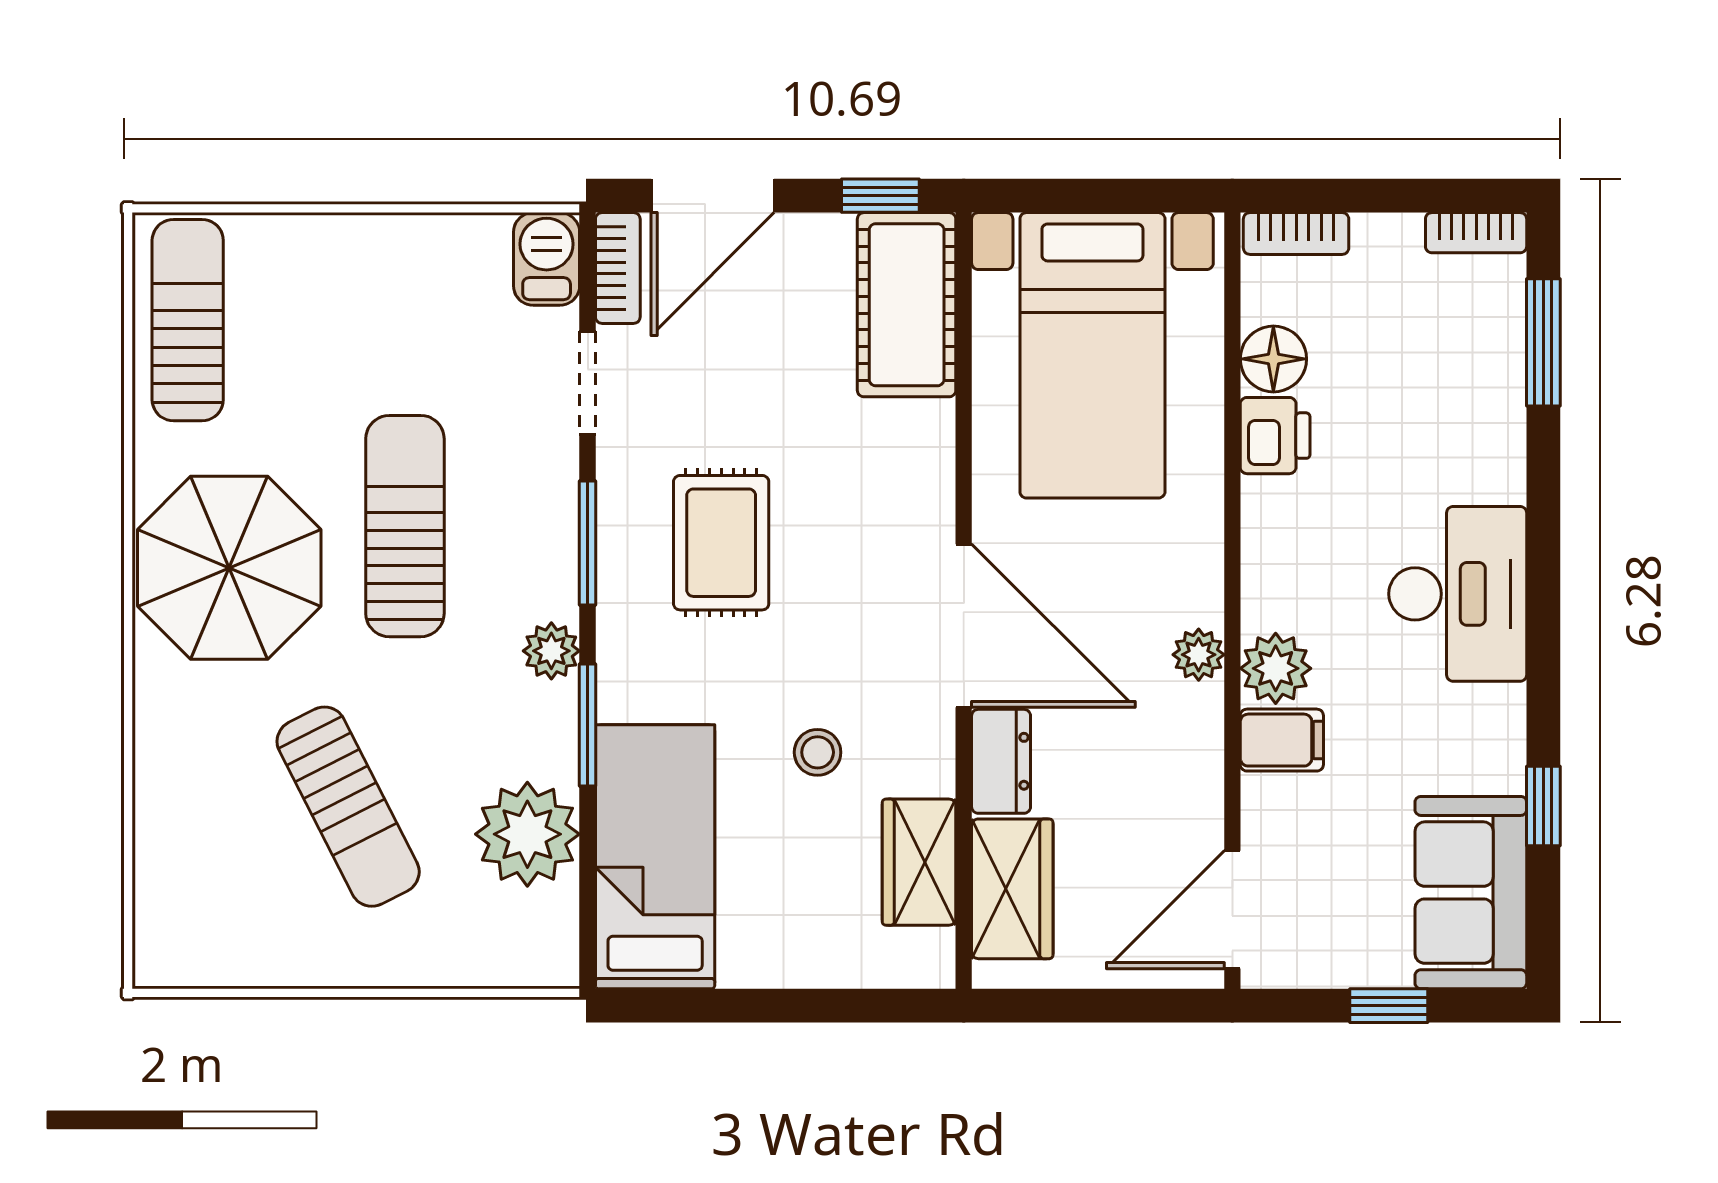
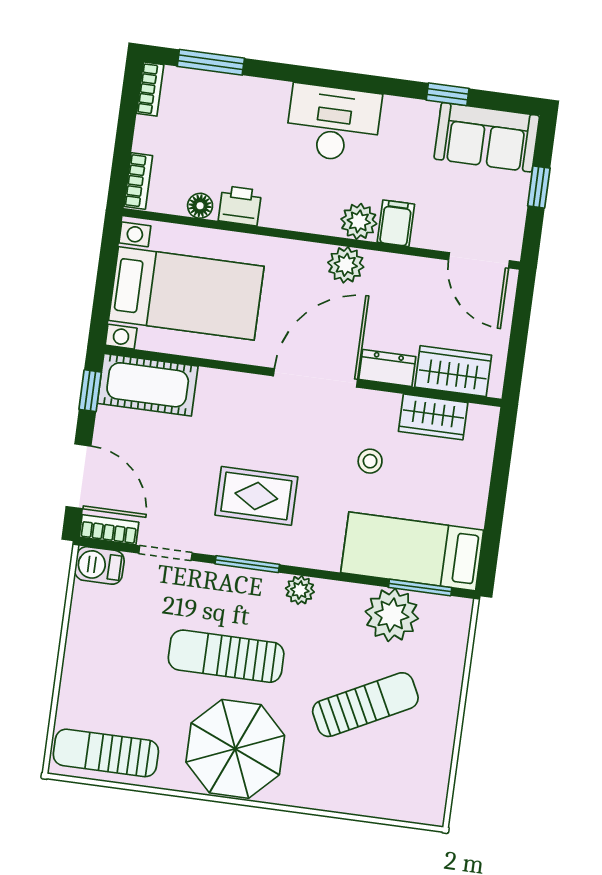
floor lamp: (1273, 359) -> (200, 206), width x0.73, depth x0.73
plant: (1199, 655) -> (346, 265), width x1.38, depth x1.38
window: (588, 725) -> (420, 587), moved

